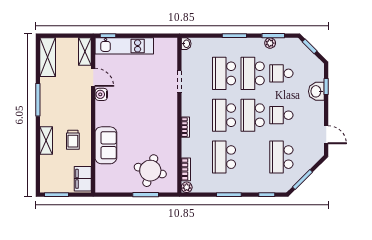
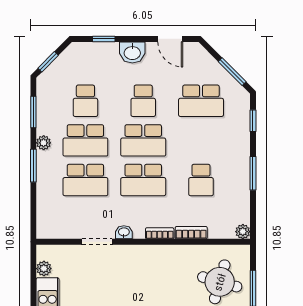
plant: (160, 43) -> (44, 269), added
plant: (270, 43) -> (44, 143), moved
washbasin: (186, 44) -> (124, 232), moved
washbasin: (316, 91) -> (132, 52), moved
door: (326, 135) -> (170, 39), swing flipped
school desk: (224, 157) -> (201, 180), width x0.54
bookcase: (186, 169) -> (191, 233), moved

